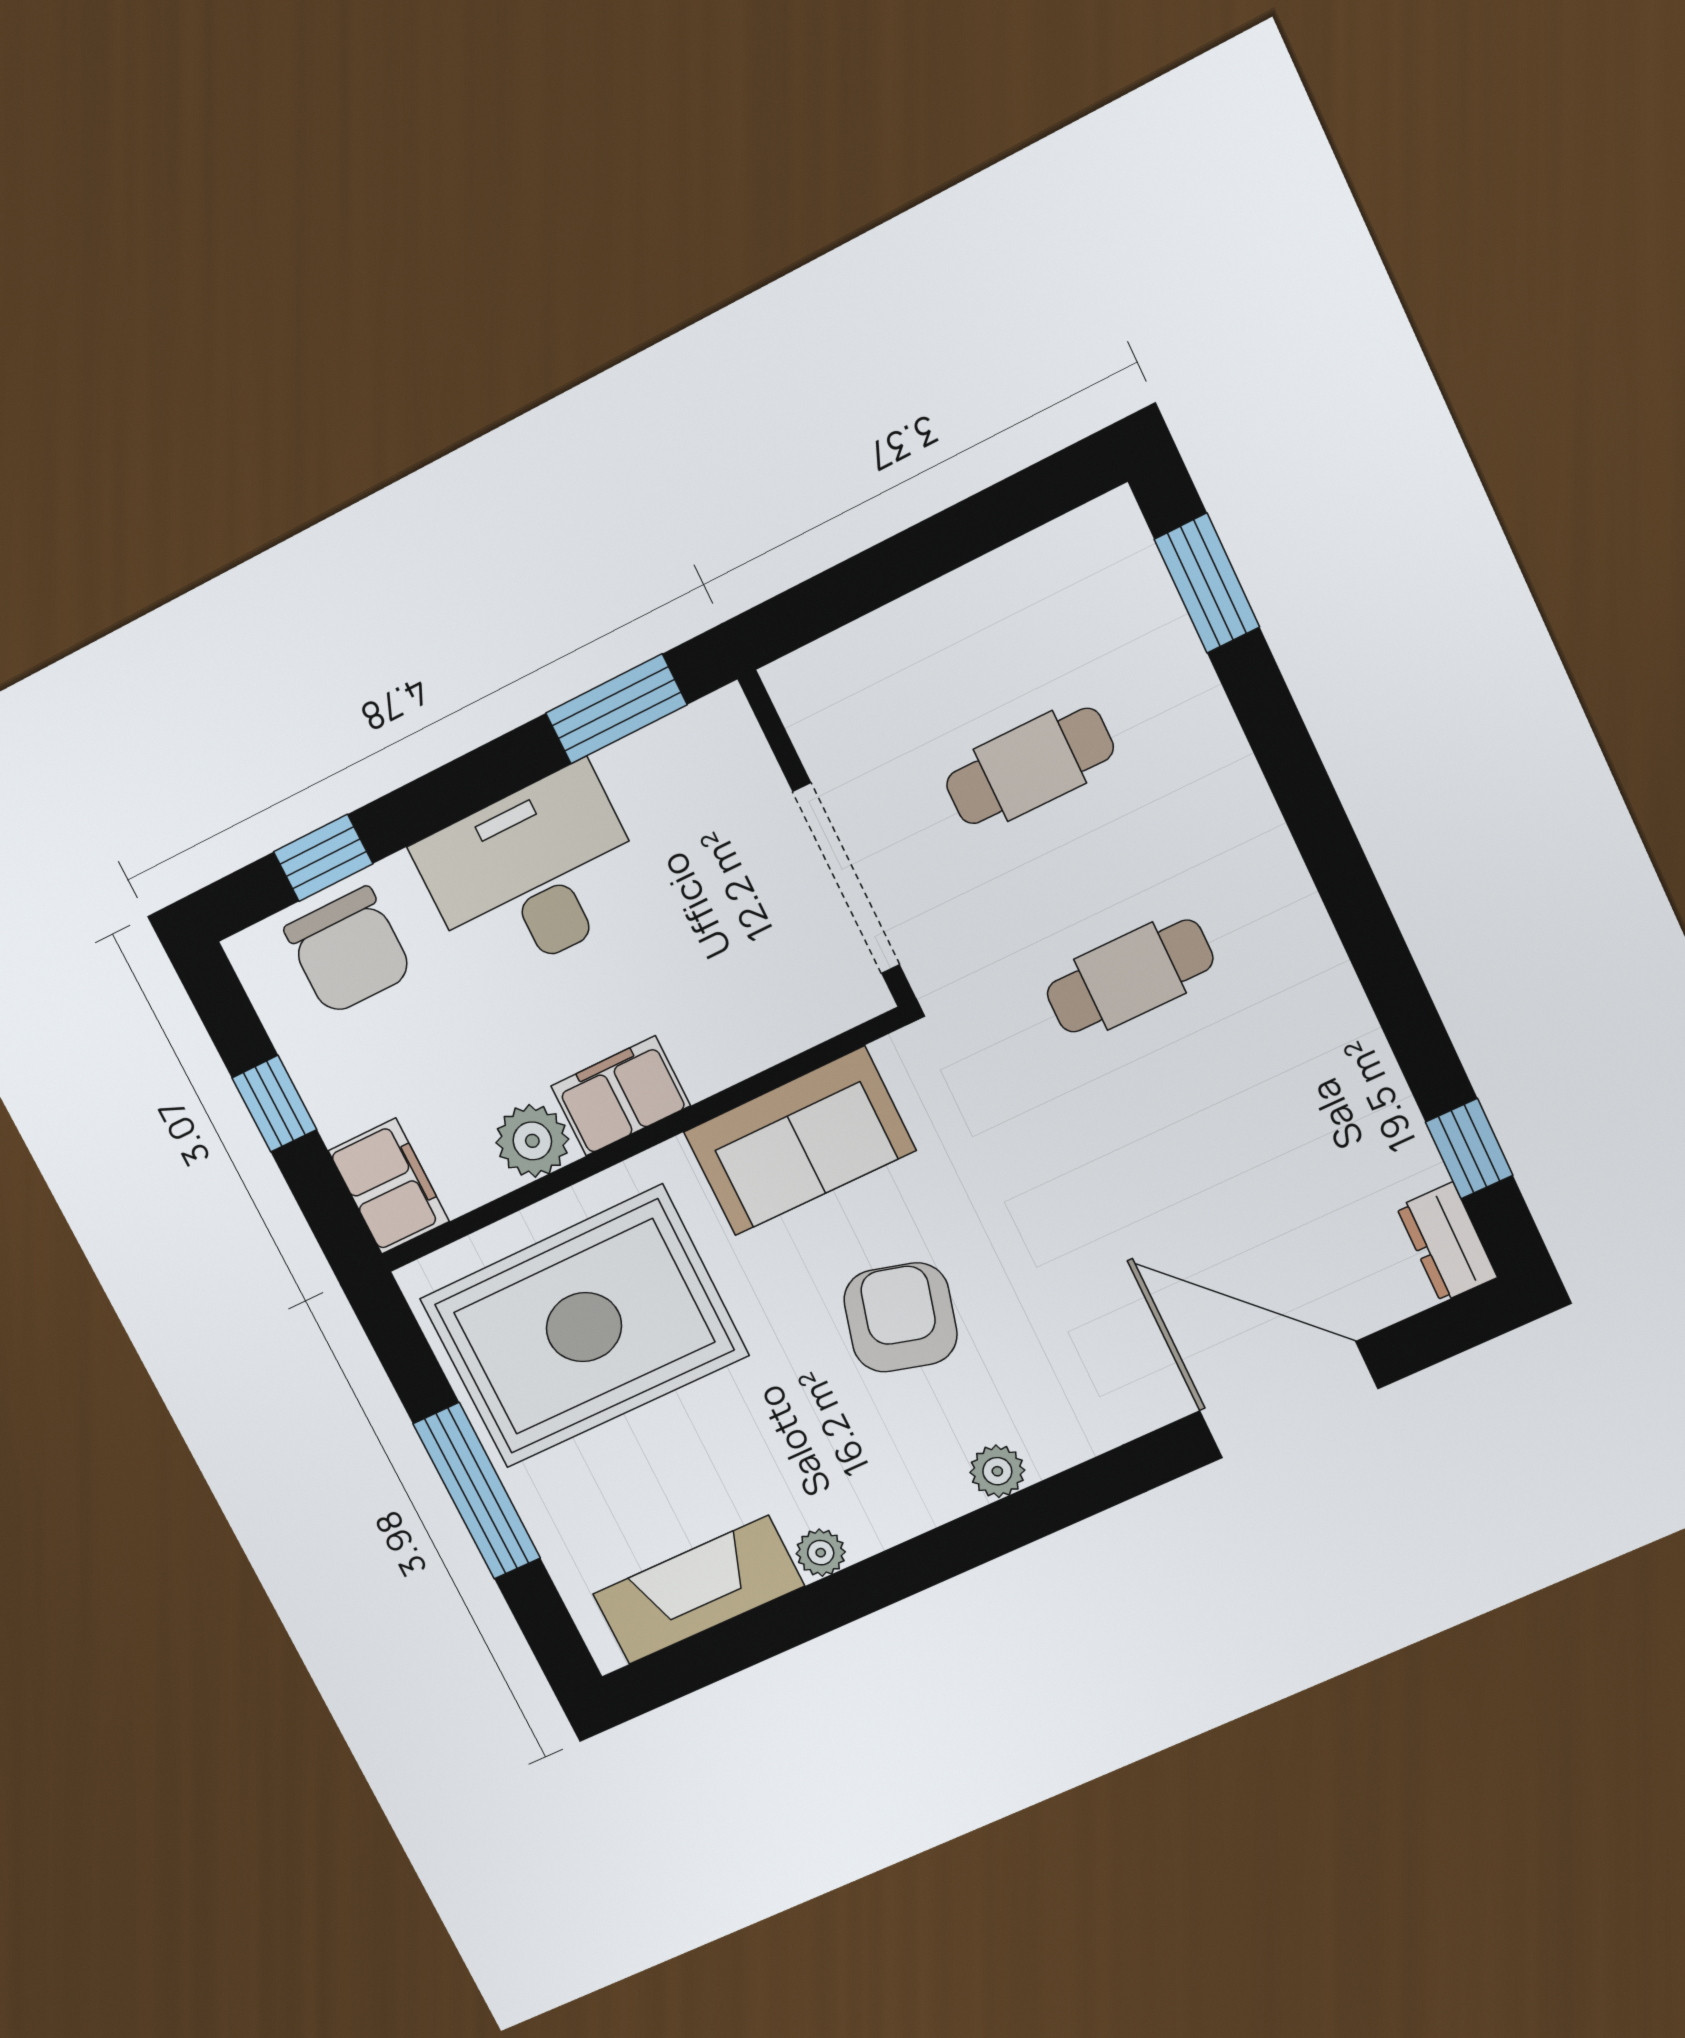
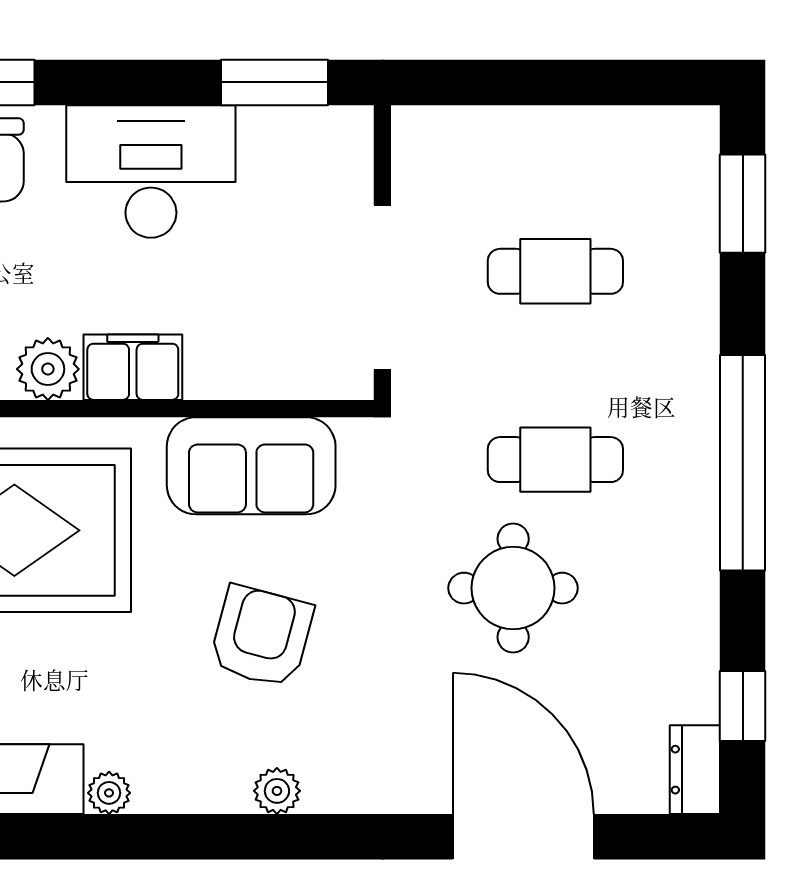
window: (1344, 879) -> (743, 463), added
round table: (1150, 1139) -> (513, 588), added

